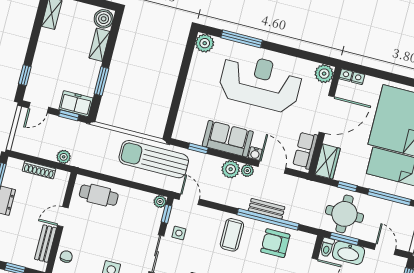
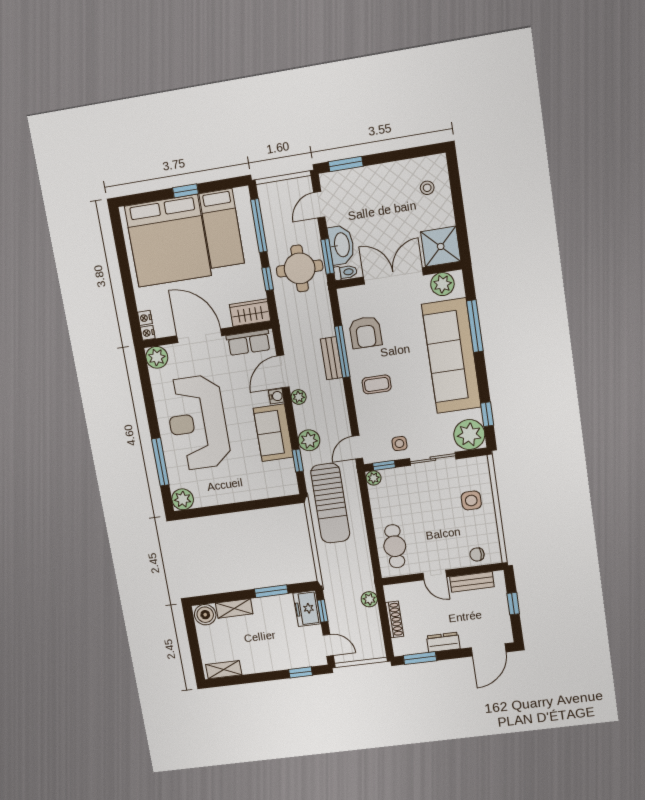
plant: (231, 169) -> (309, 440), moved
window: (268, 219) -> (342, 352), width x0.68
coffee table: (232, 235) -> (377, 384), width x0.73, depth x0.77

